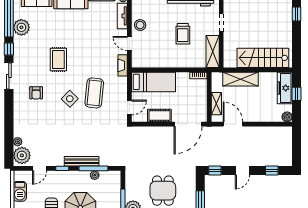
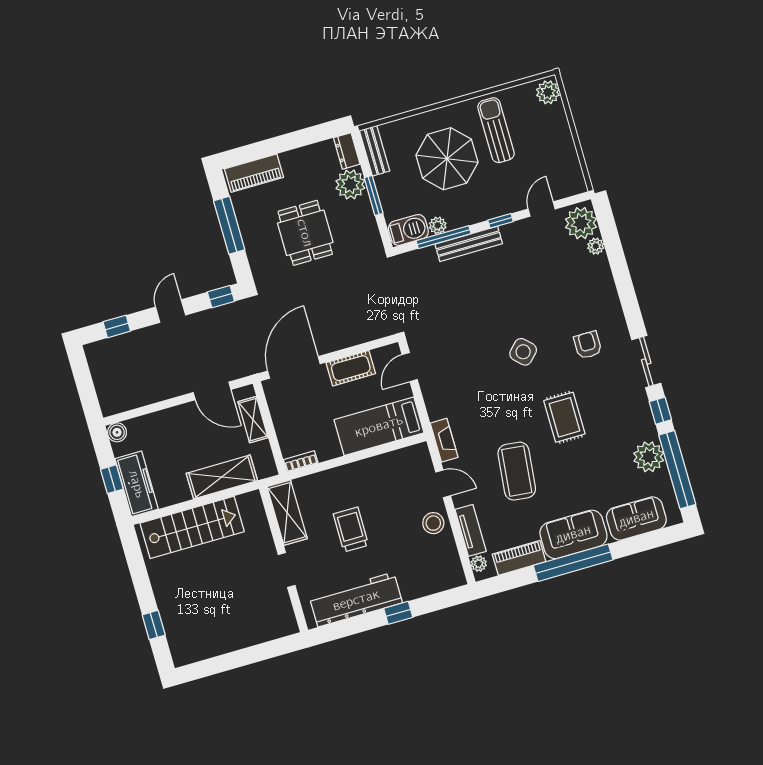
coffee table: (94, 93) -> (517, 471), moved
barbecue: (20, 191) -> (408, 230), moved, turned 90

